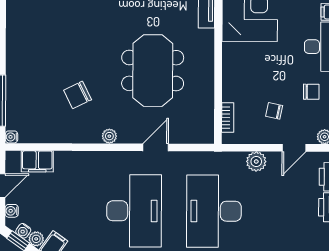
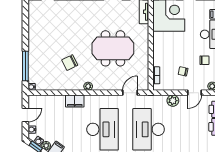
meeting table: (153, 71) -> (113, 48), turned 90
door: (156, 147) -> (130, 93), moved
filing cabinet: (37, 161) -> (75, 101), moved

